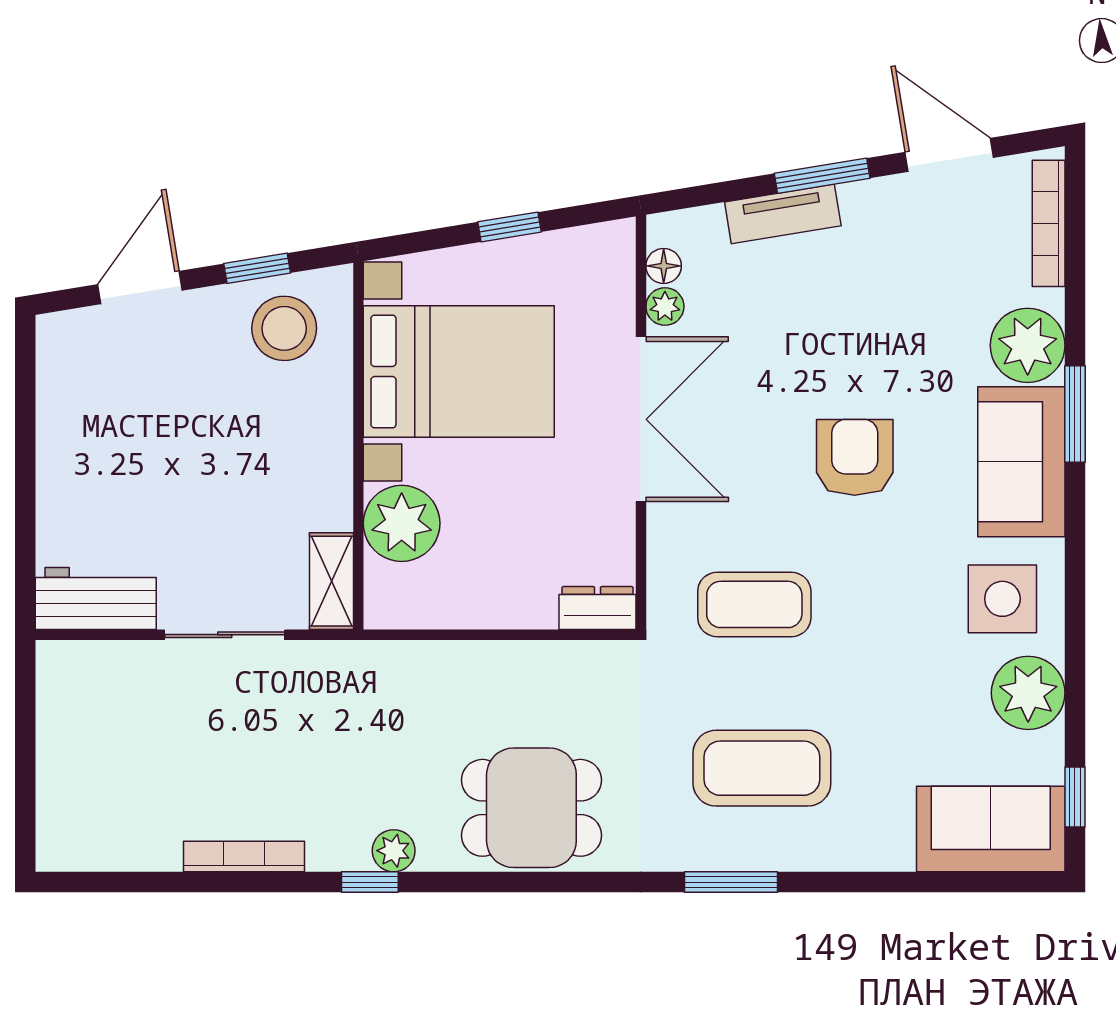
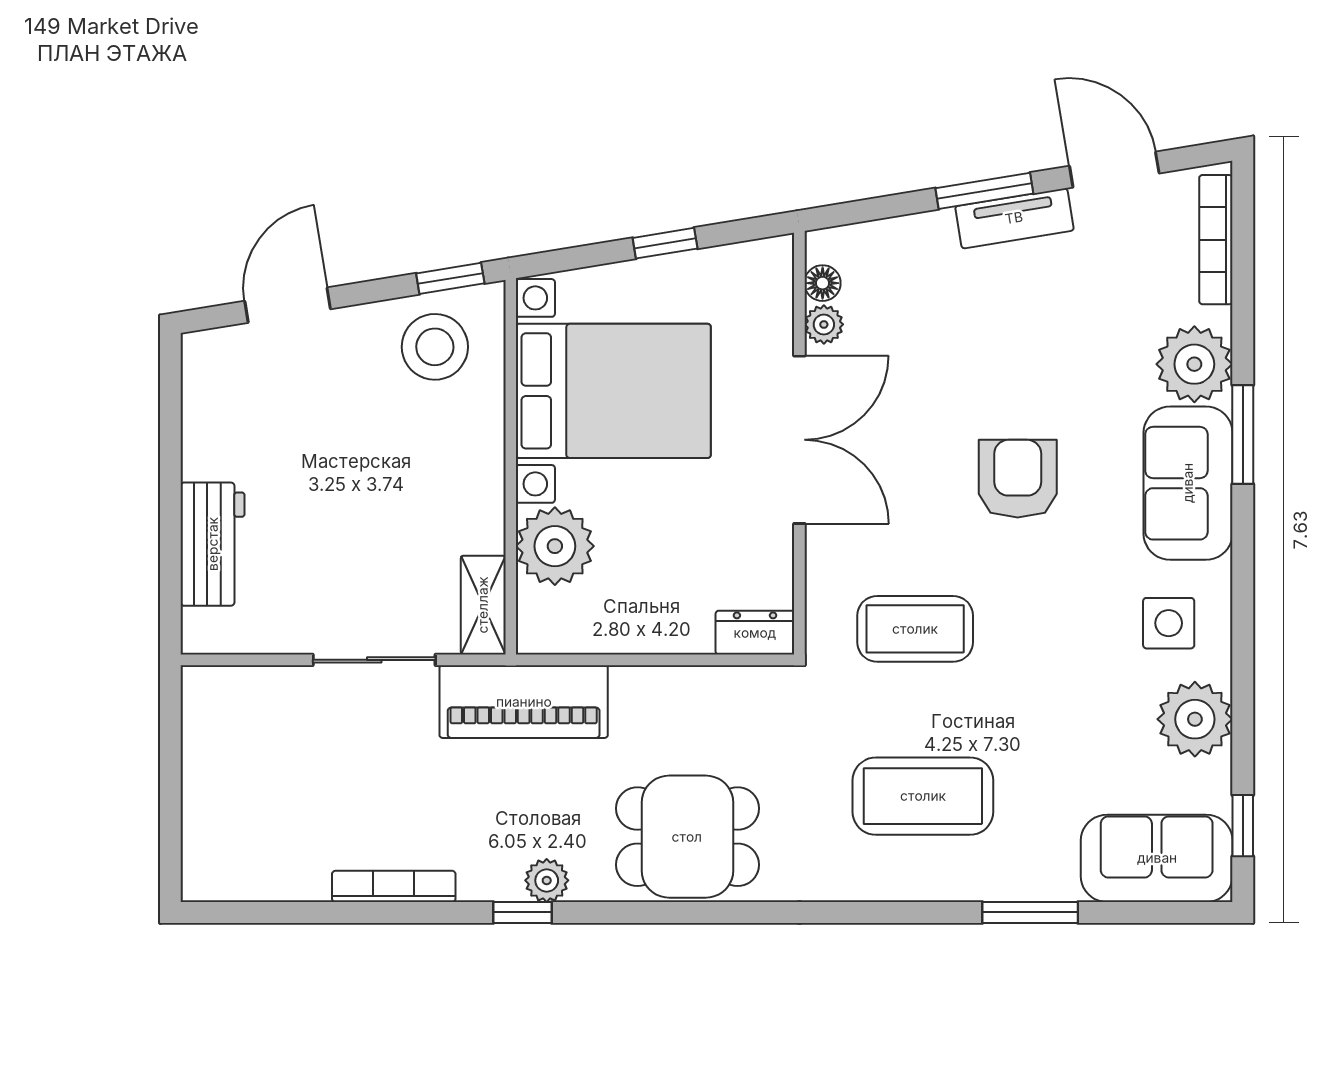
tv unit: (783, 214) -> (1014, 218), moved
window: (257, 268) -> (450, 278), moved
workbench: (96, 598) -> (213, 544), moved, turned 90
side table: (1002, 599) -> (1169, 623), width x0.73, depth x0.73
piano: (371, 676) -> (524, 702), added
window: (731, 882) -> (1030, 912), moved

